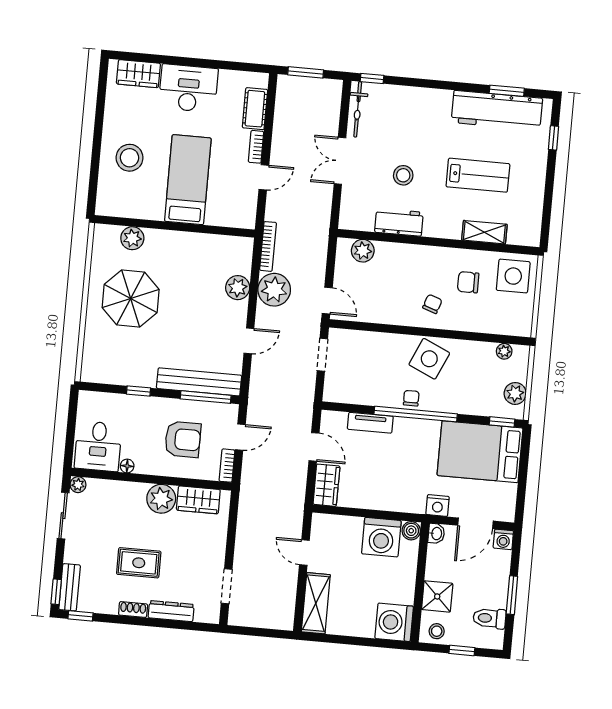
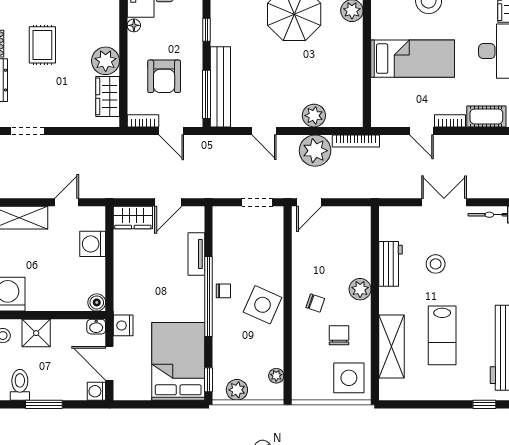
shelving: (484, 232) -> (391, 347), width x1.50, depth x1.33
plant: (363, 251) -> (360, 289), moved
washing machine: (381, 537) -> (93, 244), moved, width x0.73, depth x0.73

